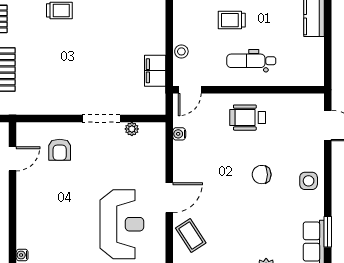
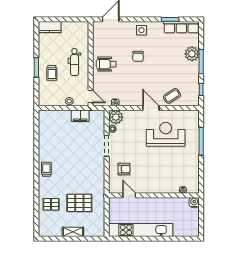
wheelchair: (248, 118) -> (106, 64), turned 90
plant: (153, 135) -> (116, 117), added

